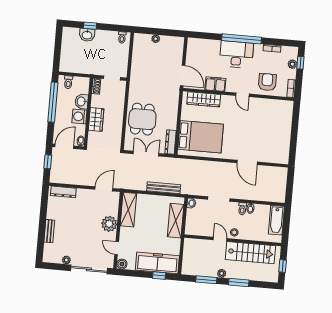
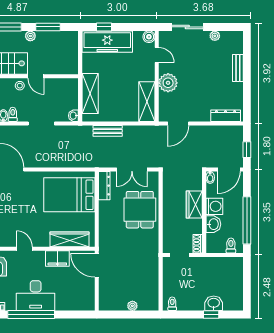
bench: (164, 188) -> (108, 131), width x0.73
sliding door: (89, 269) -> (187, 27), width x0.73

